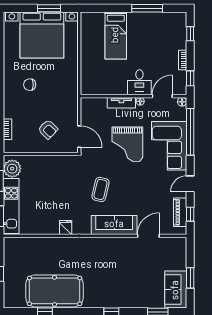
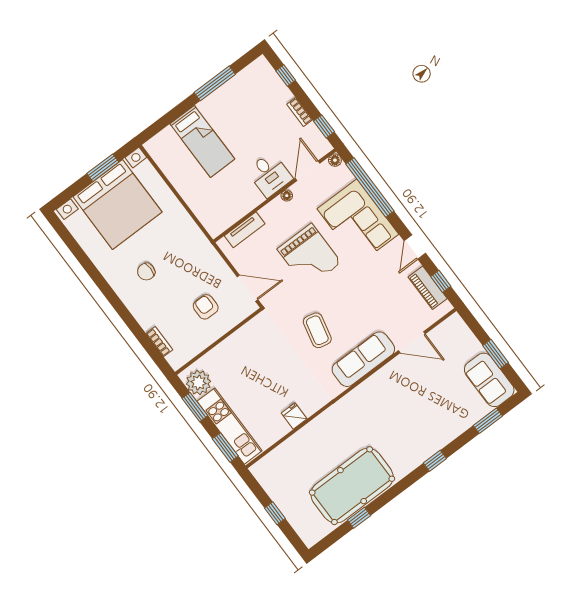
tv unit: (121, 103) -> (245, 230), moved
armchair: (48, 129) -> (206, 307), turned -134
fridge: (66, 228) -> (294, 416), moved
door: (148, 236) -> (412, 342), swing flipped

